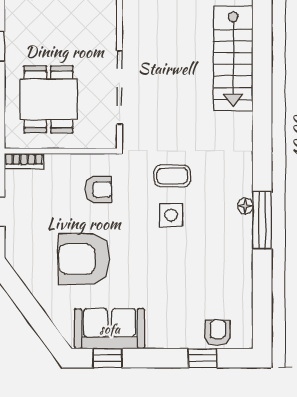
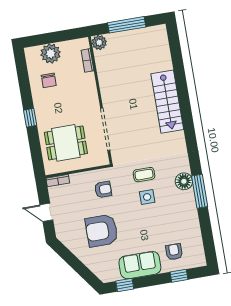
dining table: (49, 99) -> (66, 143), turned 90
floor lamp: (245, 206) -> (184, 181), width x1.89, depth x1.89
sofa: (110, 329) -> (140, 265), moved
armchair: (218, 333) -> (174, 252), moved

